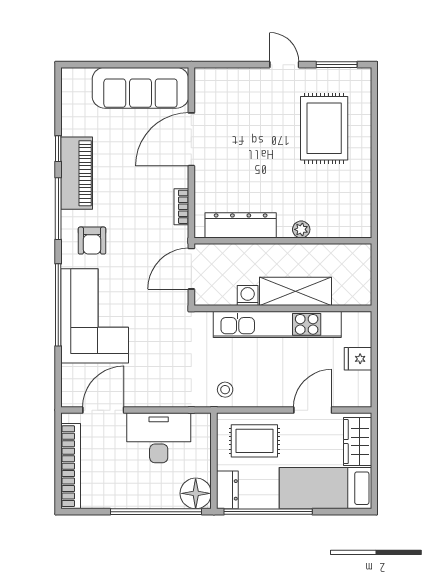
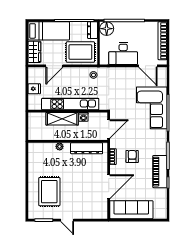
armchair: (92, 241) -> (132, 156), moved
door: (103, 410) -> (148, 66), hinge flipped
rug: (254, 441) -> (80, 52), width x1.36, depth x1.43

